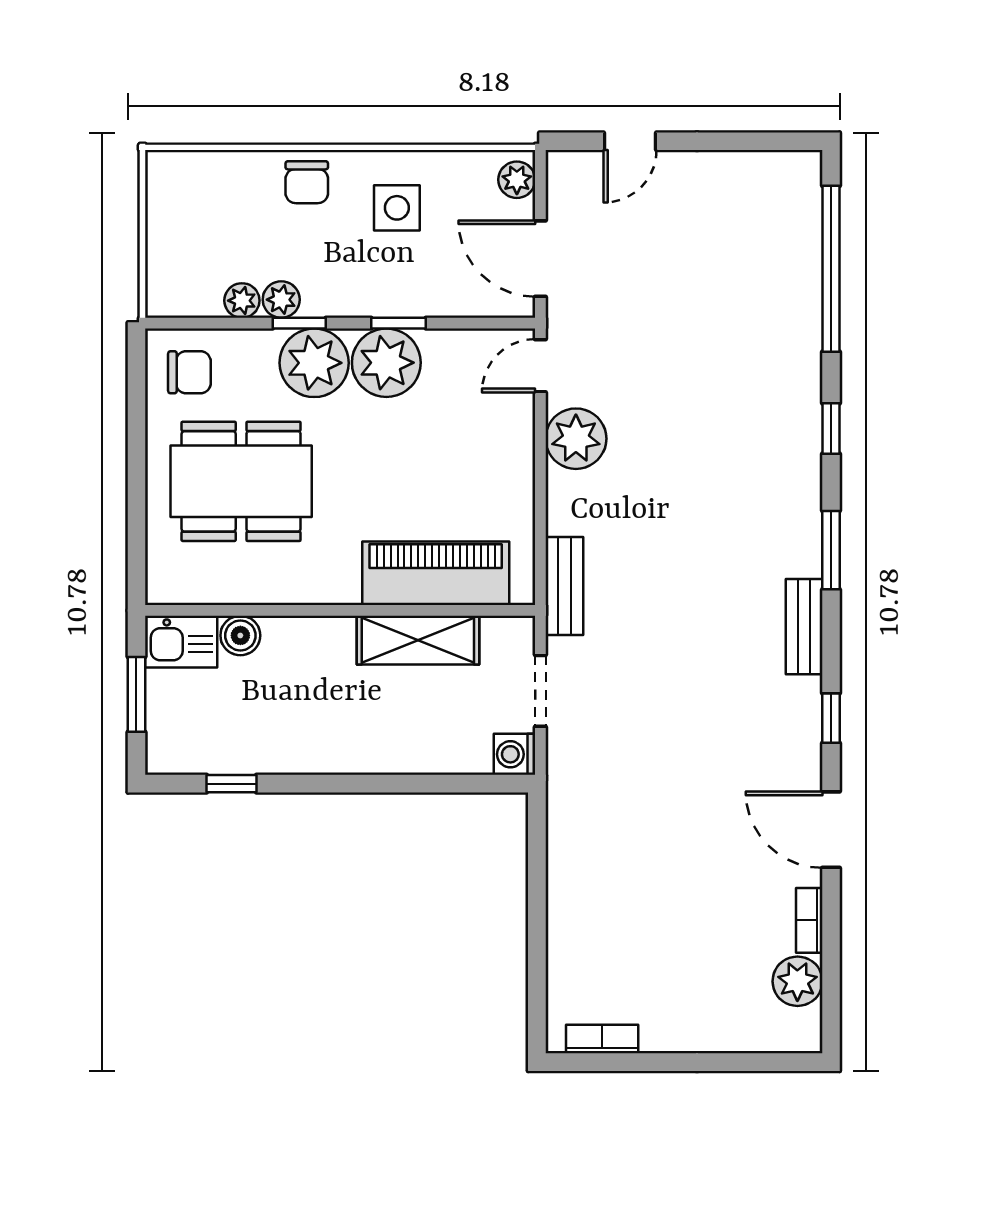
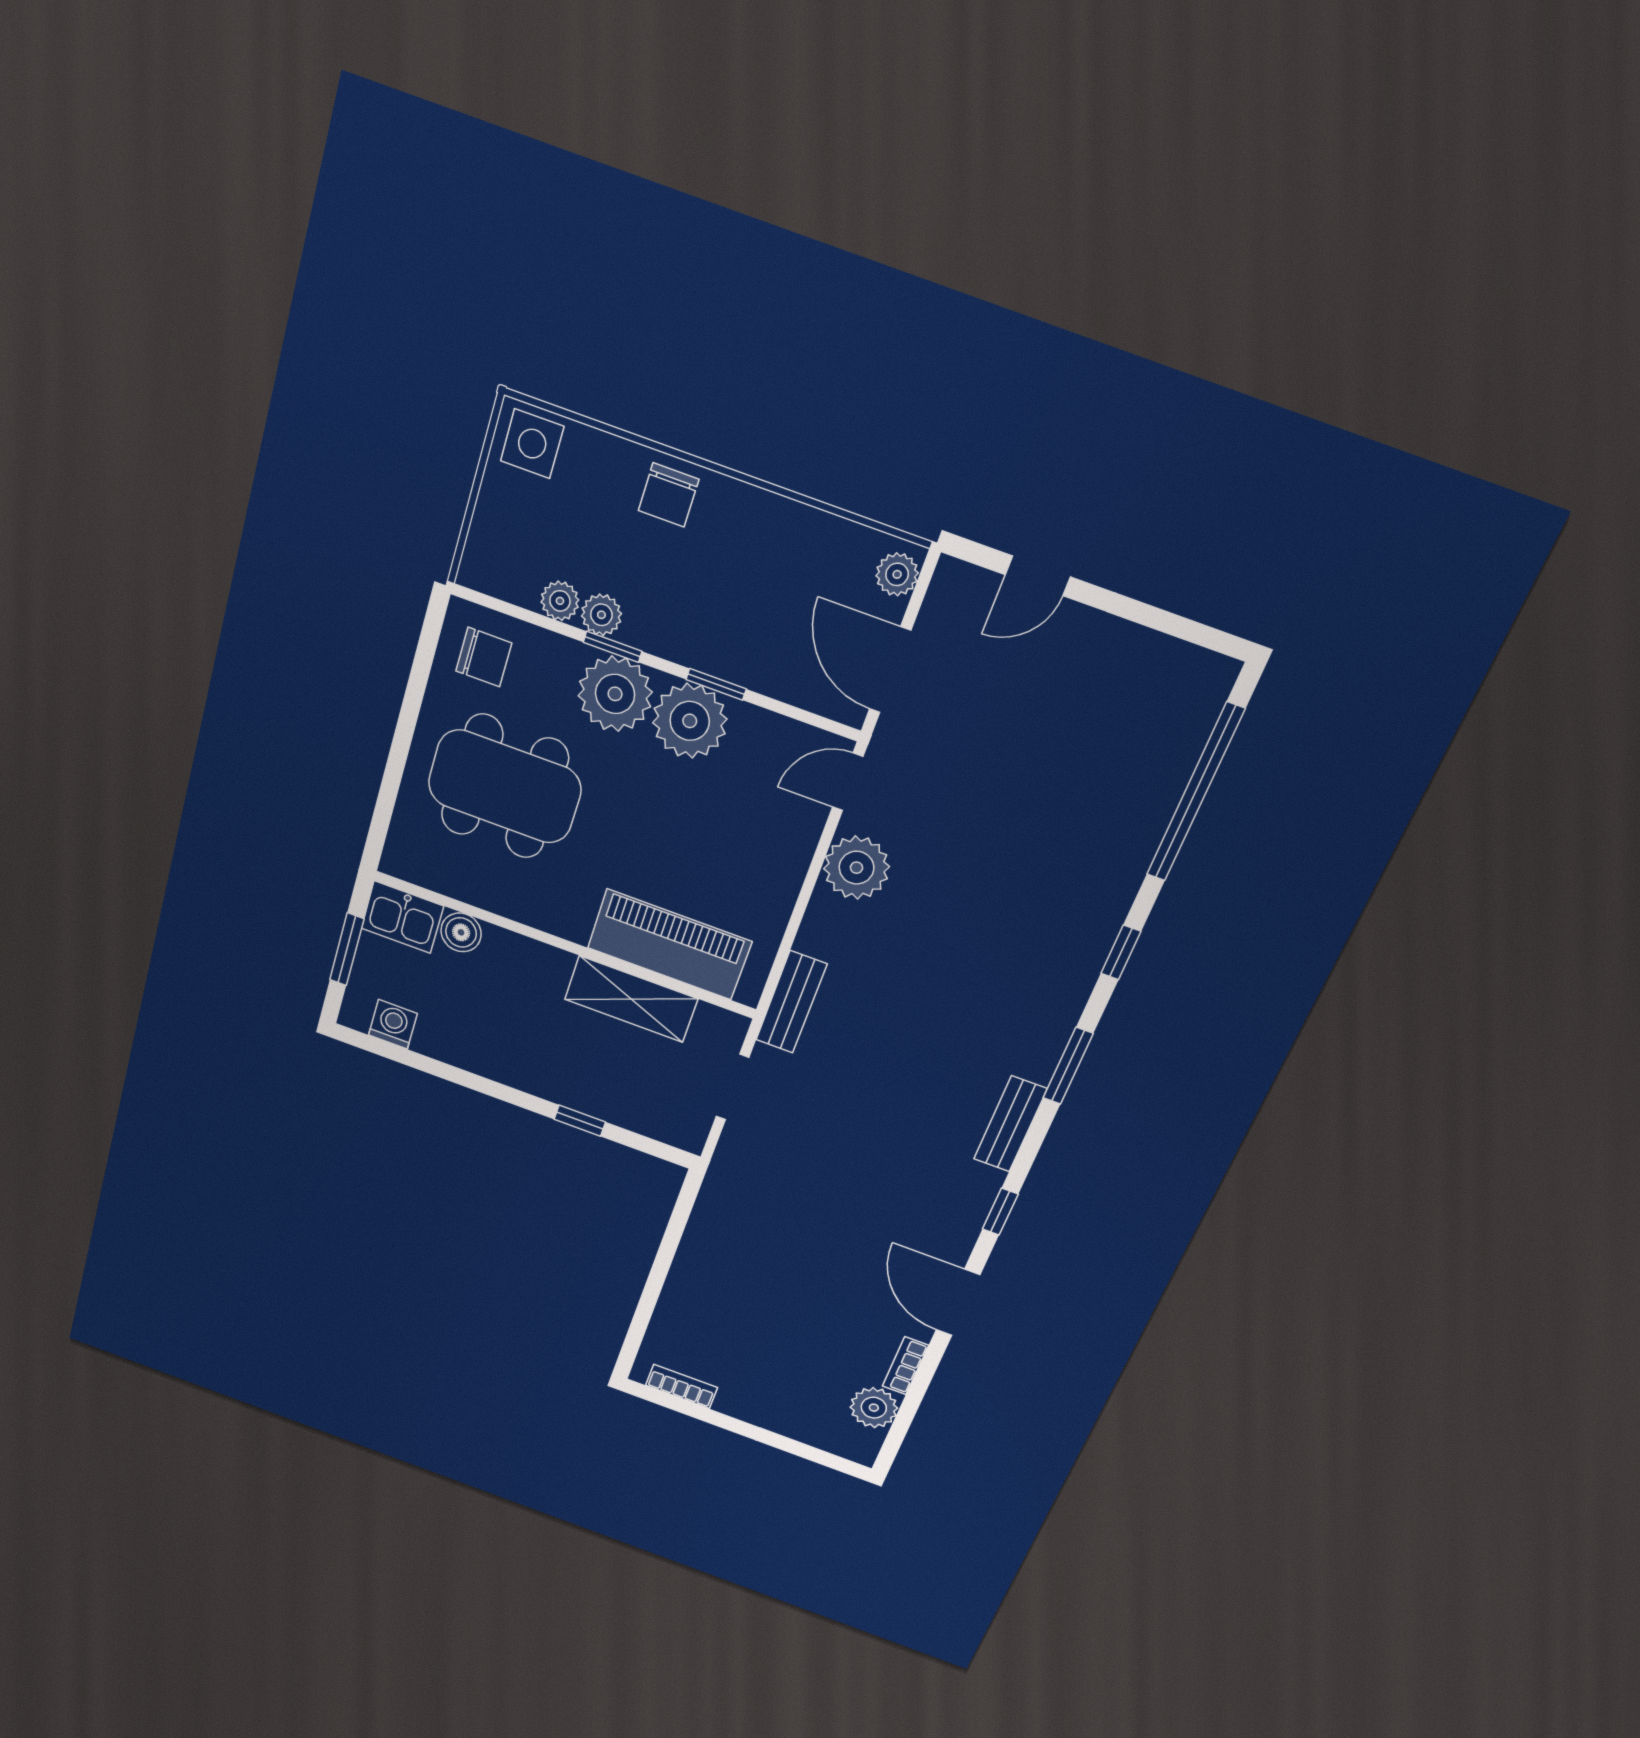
side table: (397, 208) -> (532, 444), moved
washing machine: (514, 754) -> (393, 1024), moved, turned 90
window: (232, 784) -> (580, 1121), moved

